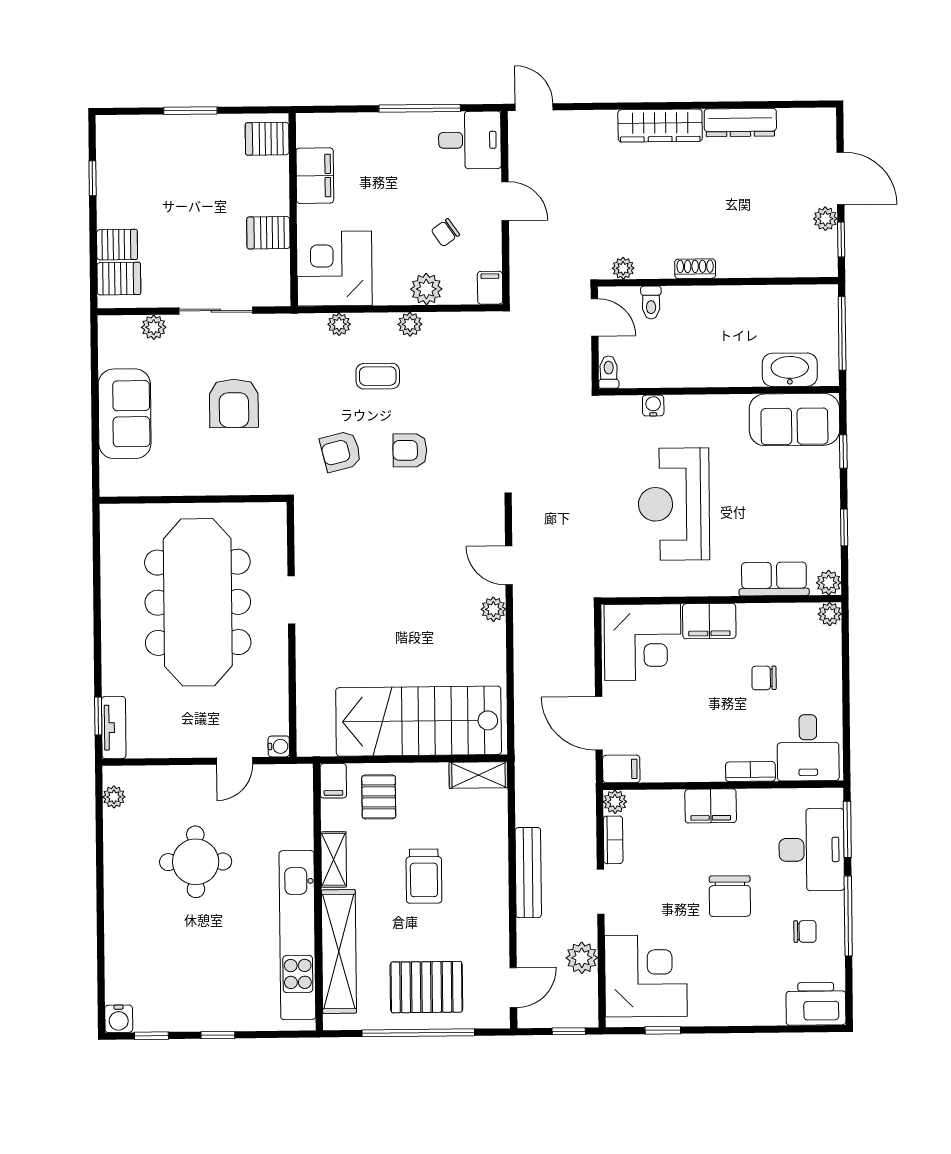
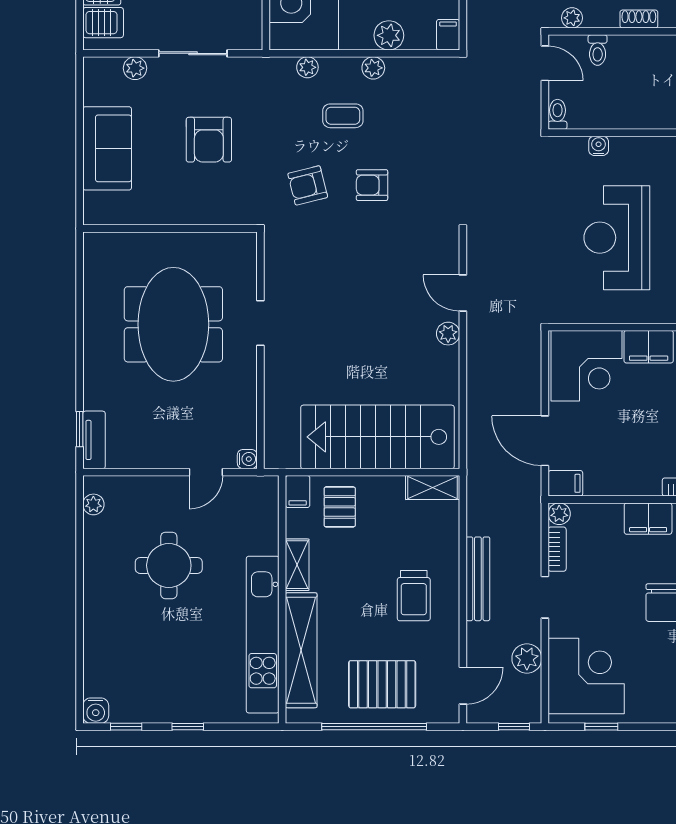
meeting table: (198, 602) -> (173, 324), width x0.73
trolley: (424, 876) -> (414, 596), moved

